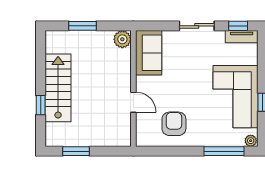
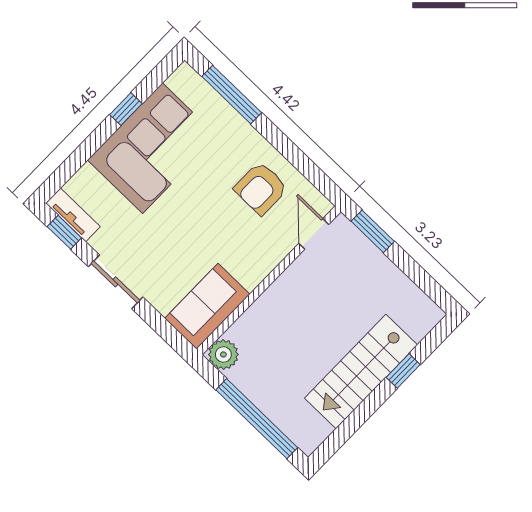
window: (82, 26) -> (257, 419), width x2.11
door: (133, 102) -> (314, 234), moved
plant: (251, 141) -> (186, 75), removed
window: (76, 151) -> (373, 231), moved

